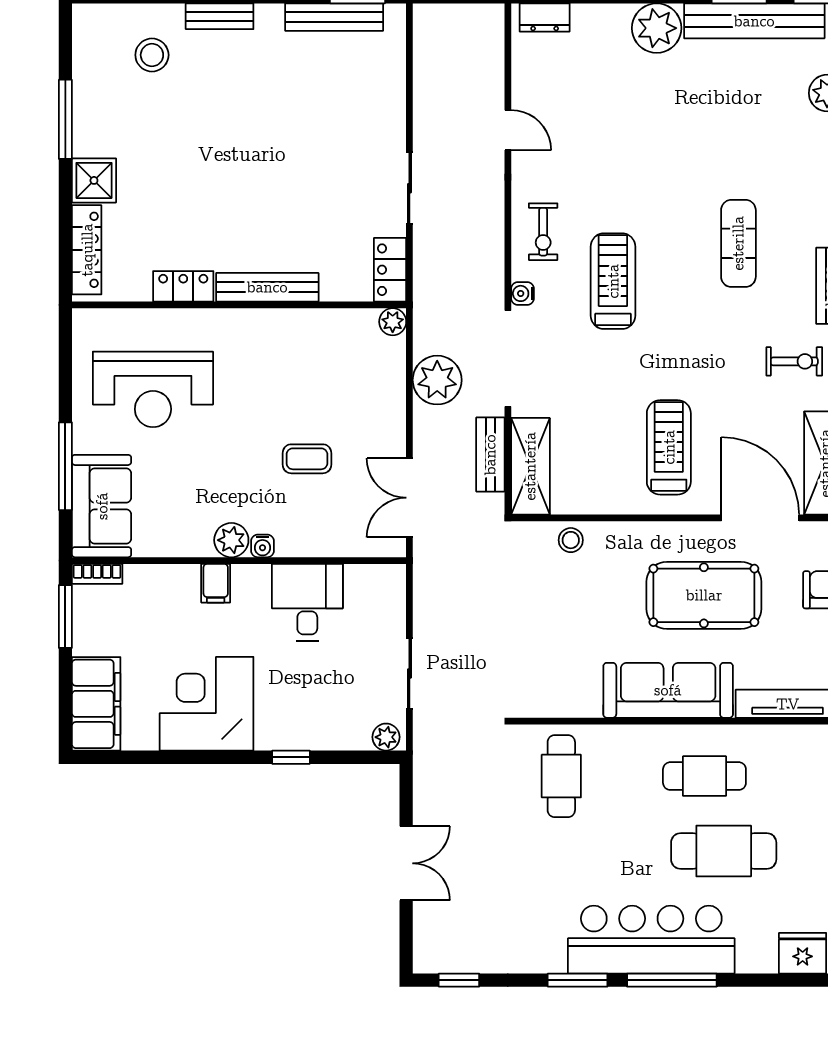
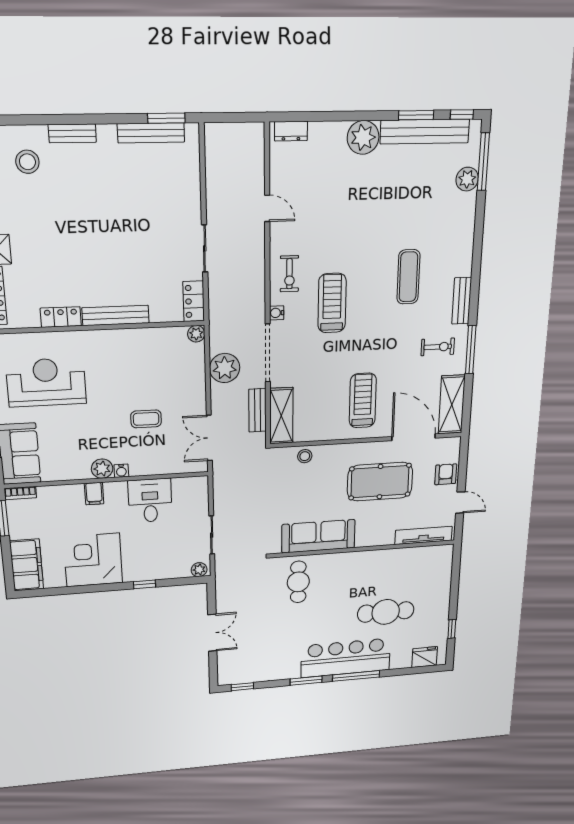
reception desk: (153, 389) -> (46, 382), turned 180
sofa: (668, 690) -> (318, 536), moved
cafe table: (704, 776) -> (377, 576), removed

